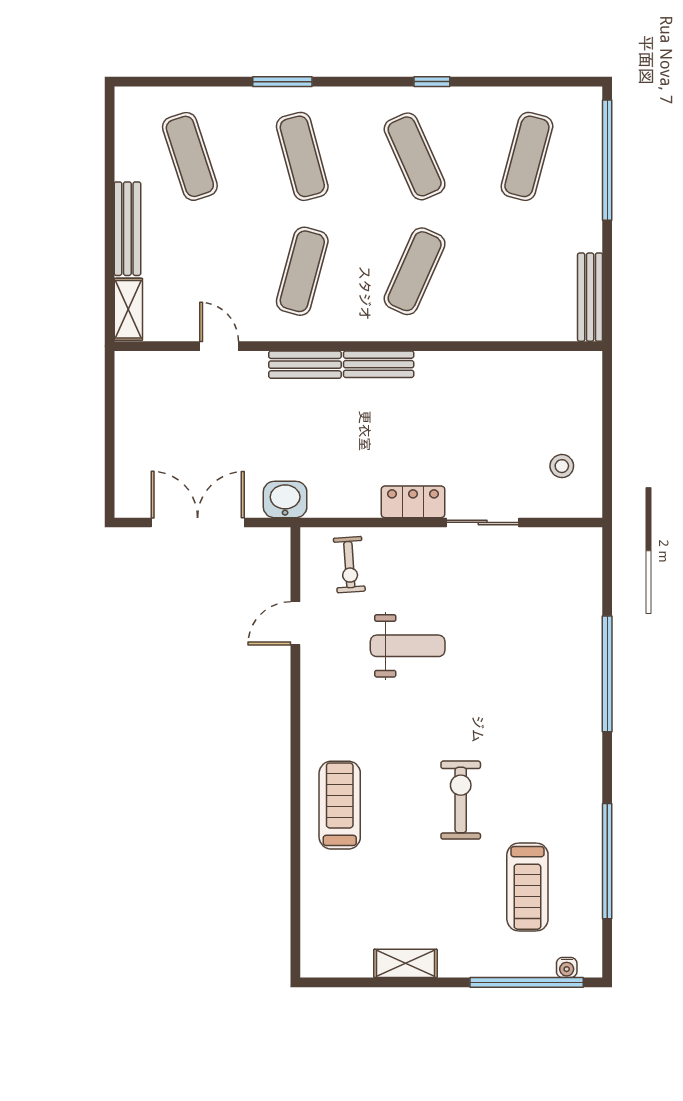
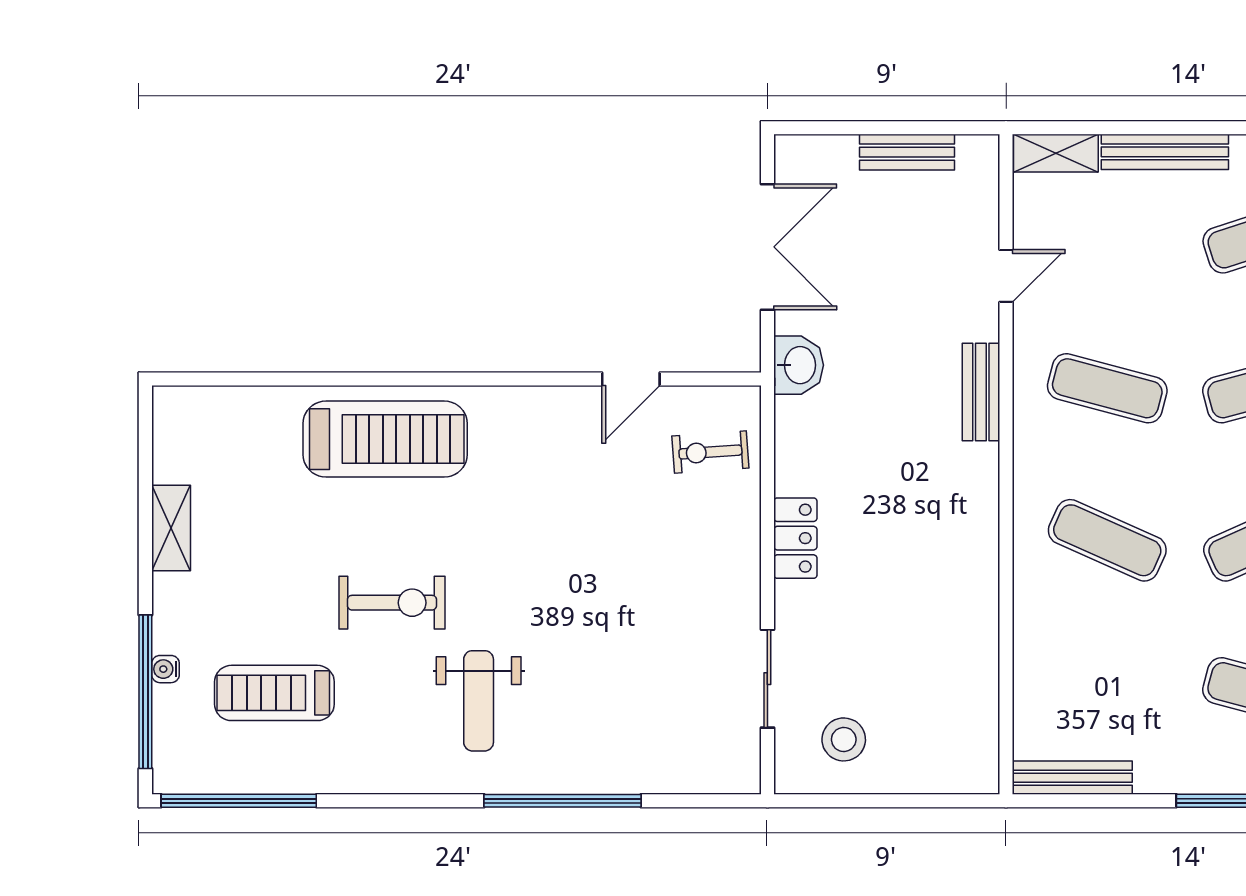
bench: (379, 364) -> (907, 152), moved, turned 90
stool: (562, 466) -> (844, 739), width x1.37, depth x1.37
sliding door: (483, 522) -> (767, 679), moved
door: (295, 623) -> (631, 379), swing flipped
weight bench: (408, 646) -> (479, 701), moved
treadmill: (340, 805) -> (385, 439), width x1.37, depth x1.38
window: (607, 861) -> (239, 801), moved
water cooler: (567, 967) -> (165, 669), moved

